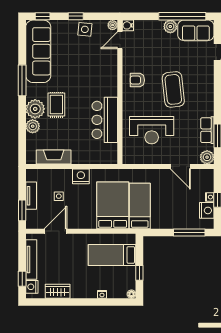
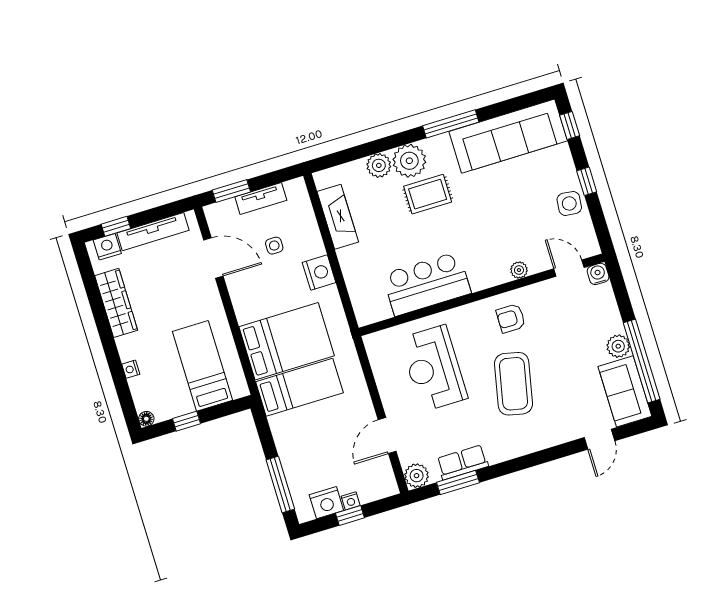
plant: (113, 25) -> (519, 270), moved
armchair: (137, 80) -> (511, 318), turned -90
coffee table: (173, 89) -> (514, 384), turned -72
wardrobe: (58, 291) -> (116, 303), width x1.50

